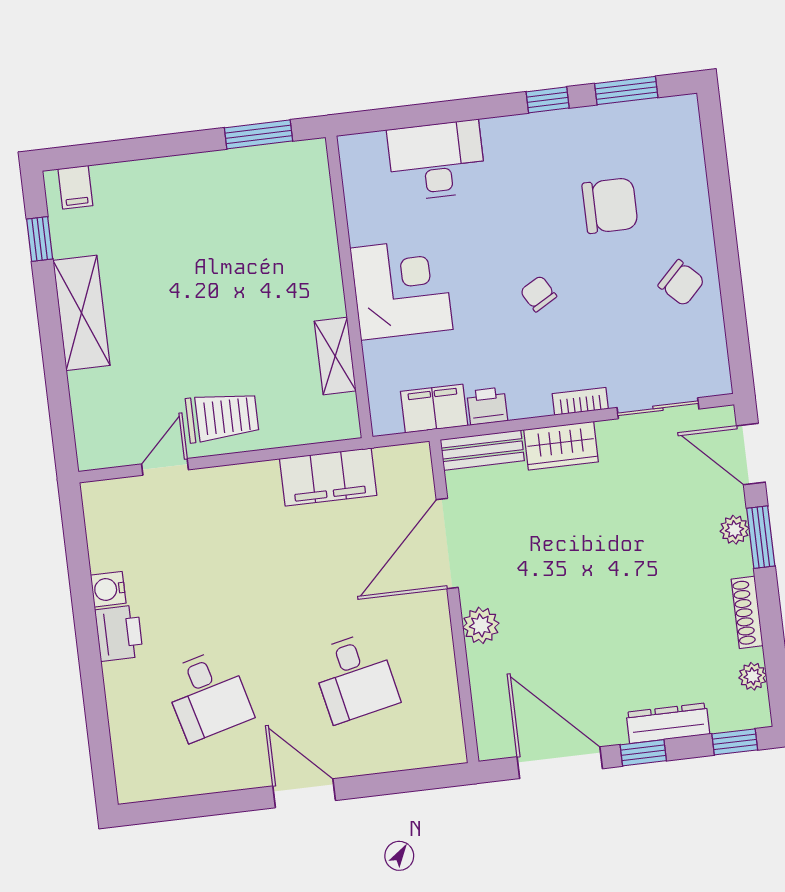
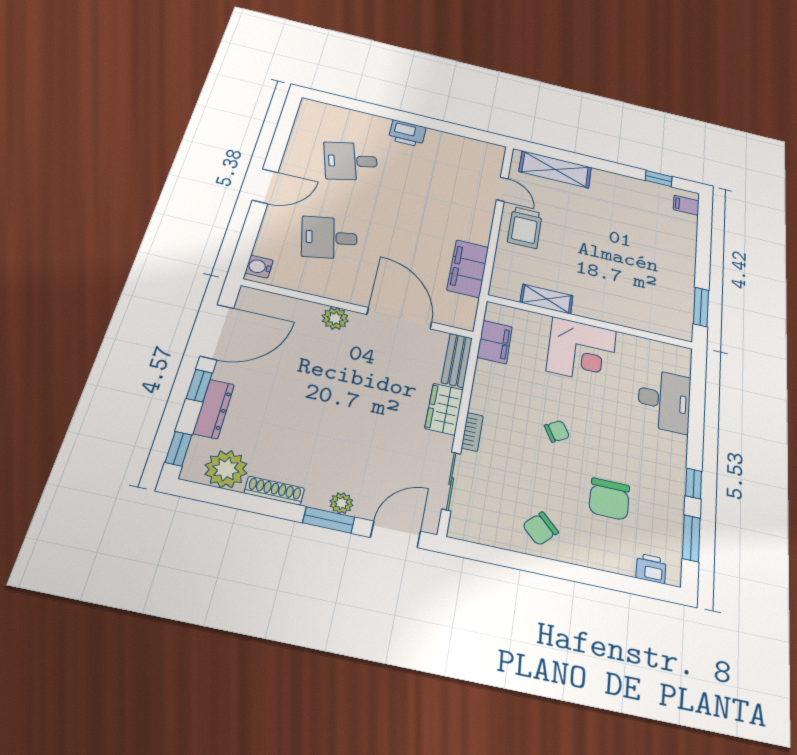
shelving: (82, 313) -> (555, 169), moved
printer: (487, 406) -> (651, 568), moved, turned -90
water cooler: (108, 589) -> (259, 267), moved, turned -90
plant: (753, 676) -> (226, 469), width x1.88, depth x1.88

